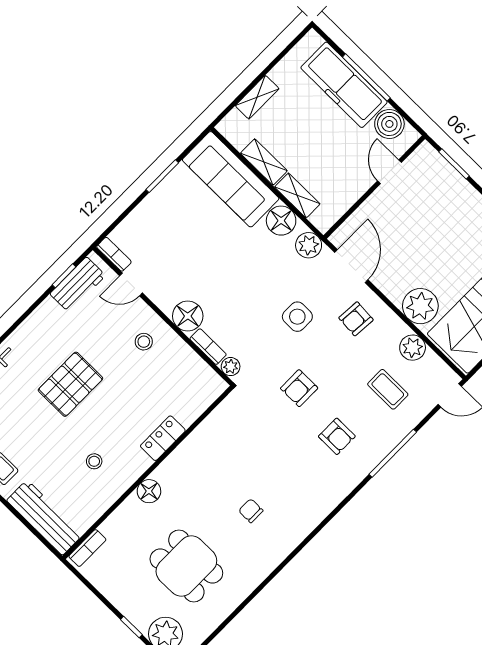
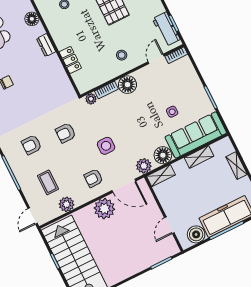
door: (389, 172) -> (169, 225), swing flipped
shelving: (297, 195) -> (161, 176), moved
side table: (206, 230) -> (172, 112), added
plant: (420, 306) -> (104, 209), moved
armchair: (356, 319) -> (94, 178), turned -94
armchair: (299, 388) -> (66, 133), turned -90
coffee table: (388, 389) -> (48, 182), turned 90
locker: (163, 438) -> (70, 60), moved
dresser: (169, 468) -> (46, 45), added
floor lamp: (149, 491) -> (32, 19), moved

